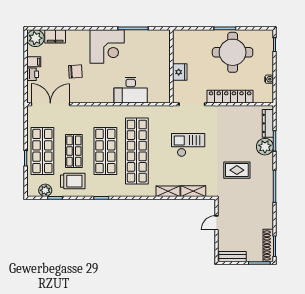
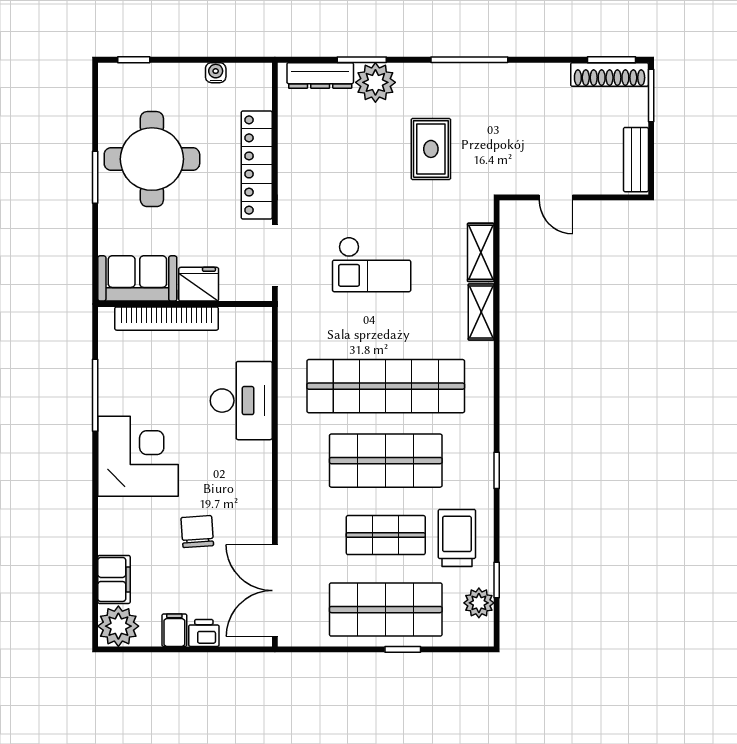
sofa: (182, 46) -> (137, 278), added
bookcase: (165, 58) -> (167, 319), added
checkout: (188, 145) -> (372, 264), turned -90

